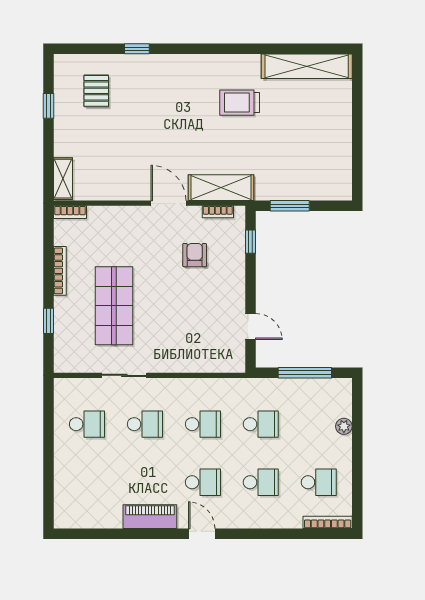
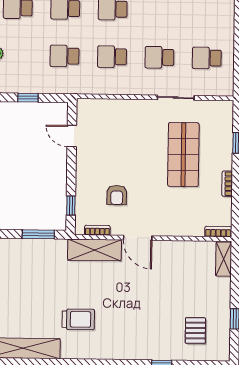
bookcase: (60, 271) -> (227, 184), width x0.64
window: (305, 373) -> (28, 98), width x0.46

